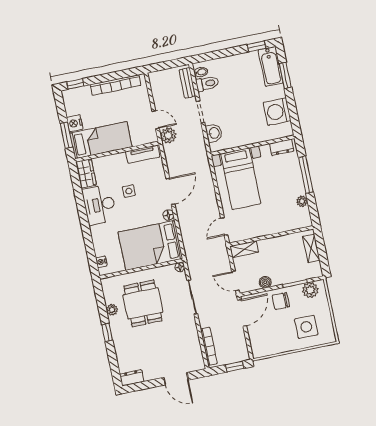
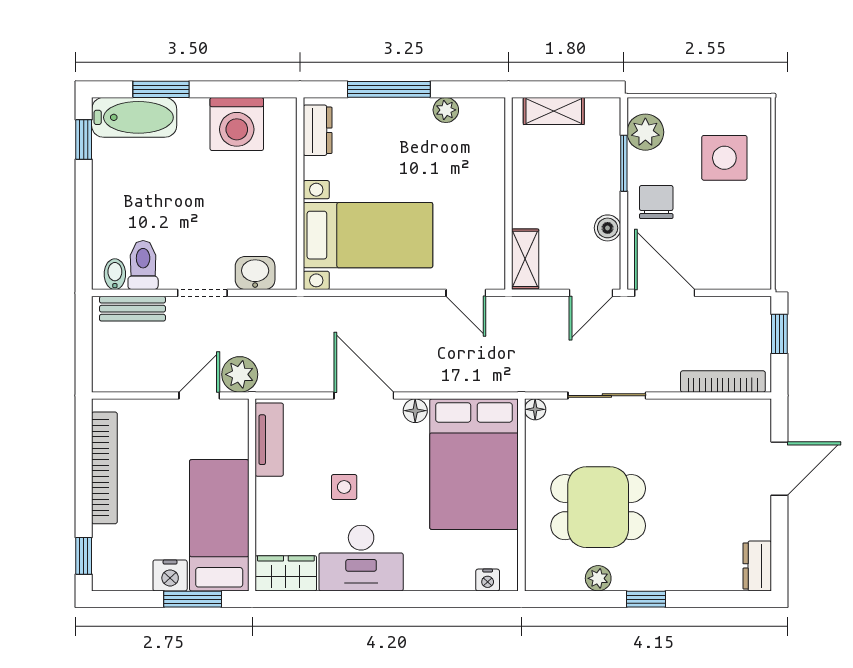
chair: (281, 301) -> (656, 202), turned 180

